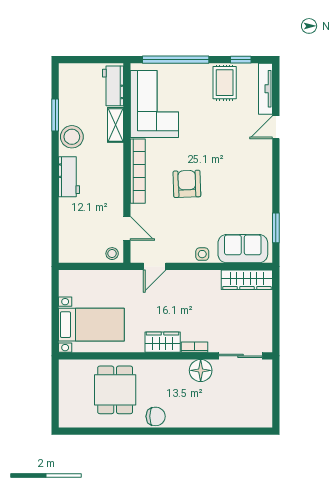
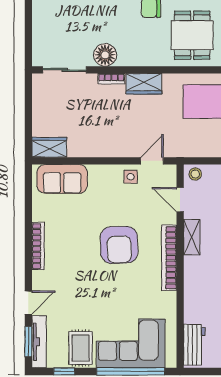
corner sofa: (154, 104) -> (131, 343), moved, turned 90
shelving: (116, 125) -> (192, 237), moved
bookcase: (266, 183) -> (38, 246), added
armchair: (187, 184) -> (119, 245), width x1.36, depth x1.36
window: (276, 228) -> (28, 342), moved
side table: (202, 254) -> (131, 177), moved
wardrobe: (247, 280) -> (49, 147), width x0.67

